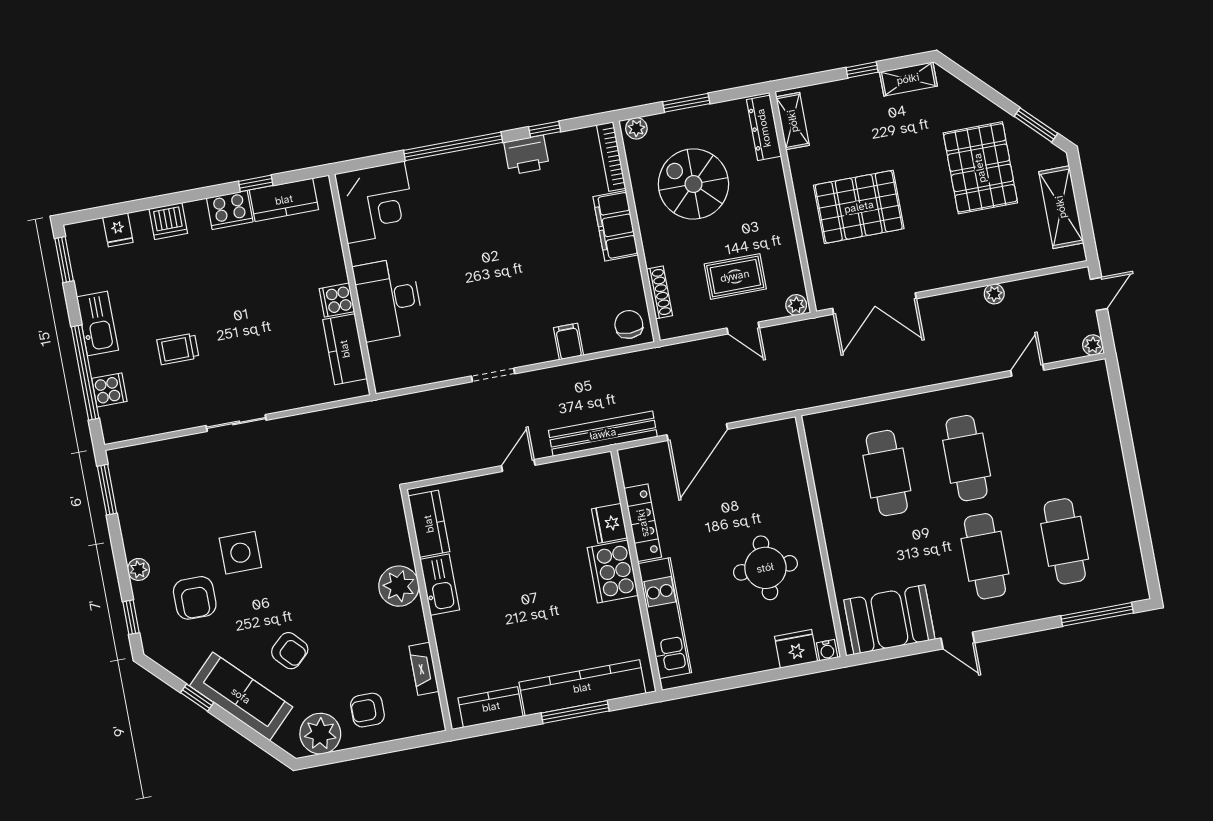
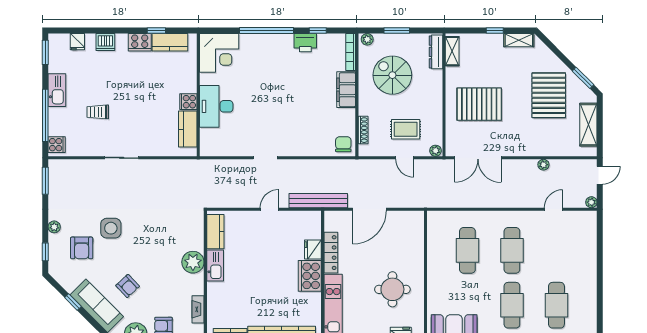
filing cabinet: (568, 341) -> (309, 147), removed
cooker: (109, 390) -> (57, 145), moved

